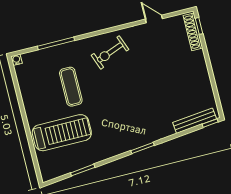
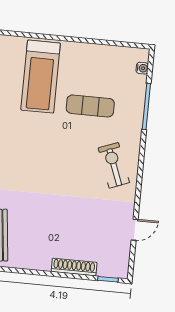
shoe rack: (193, 32) -> (74, 267), moved
water cooler: (17, 60) -> (142, 68), moved

